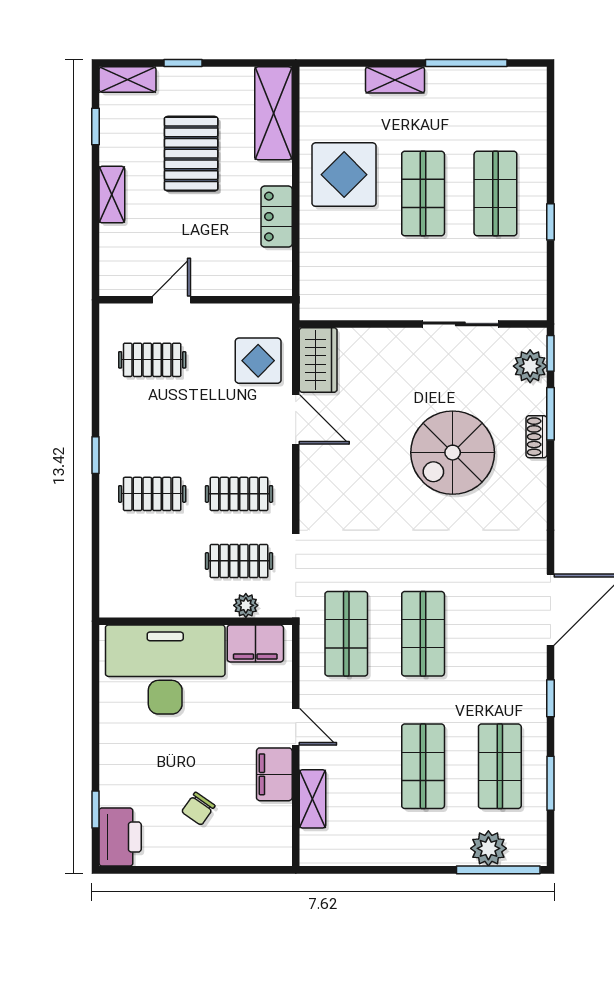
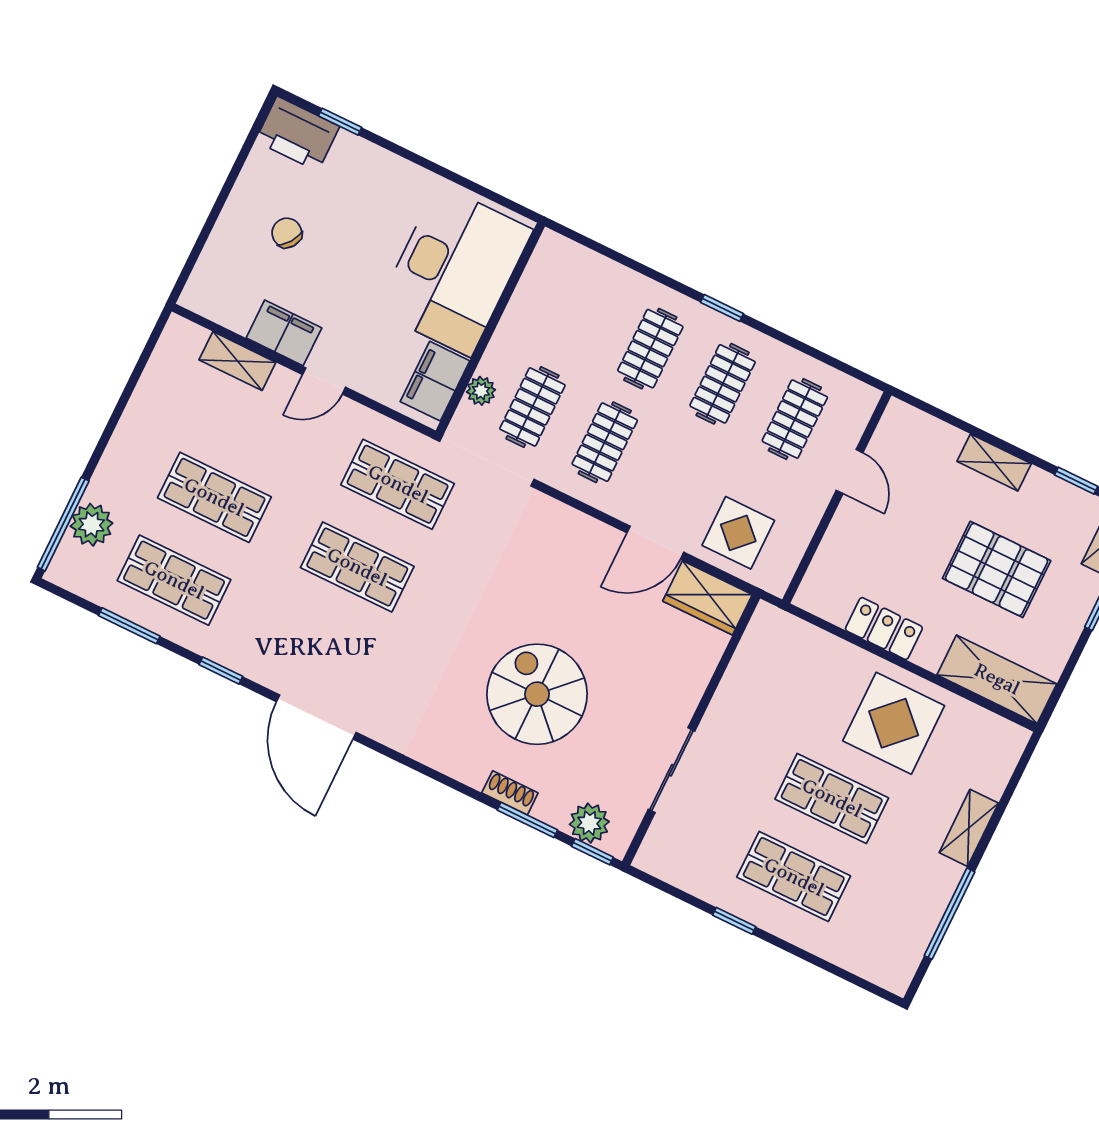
clothes rail: (152, 427) -> (723, 384), added

